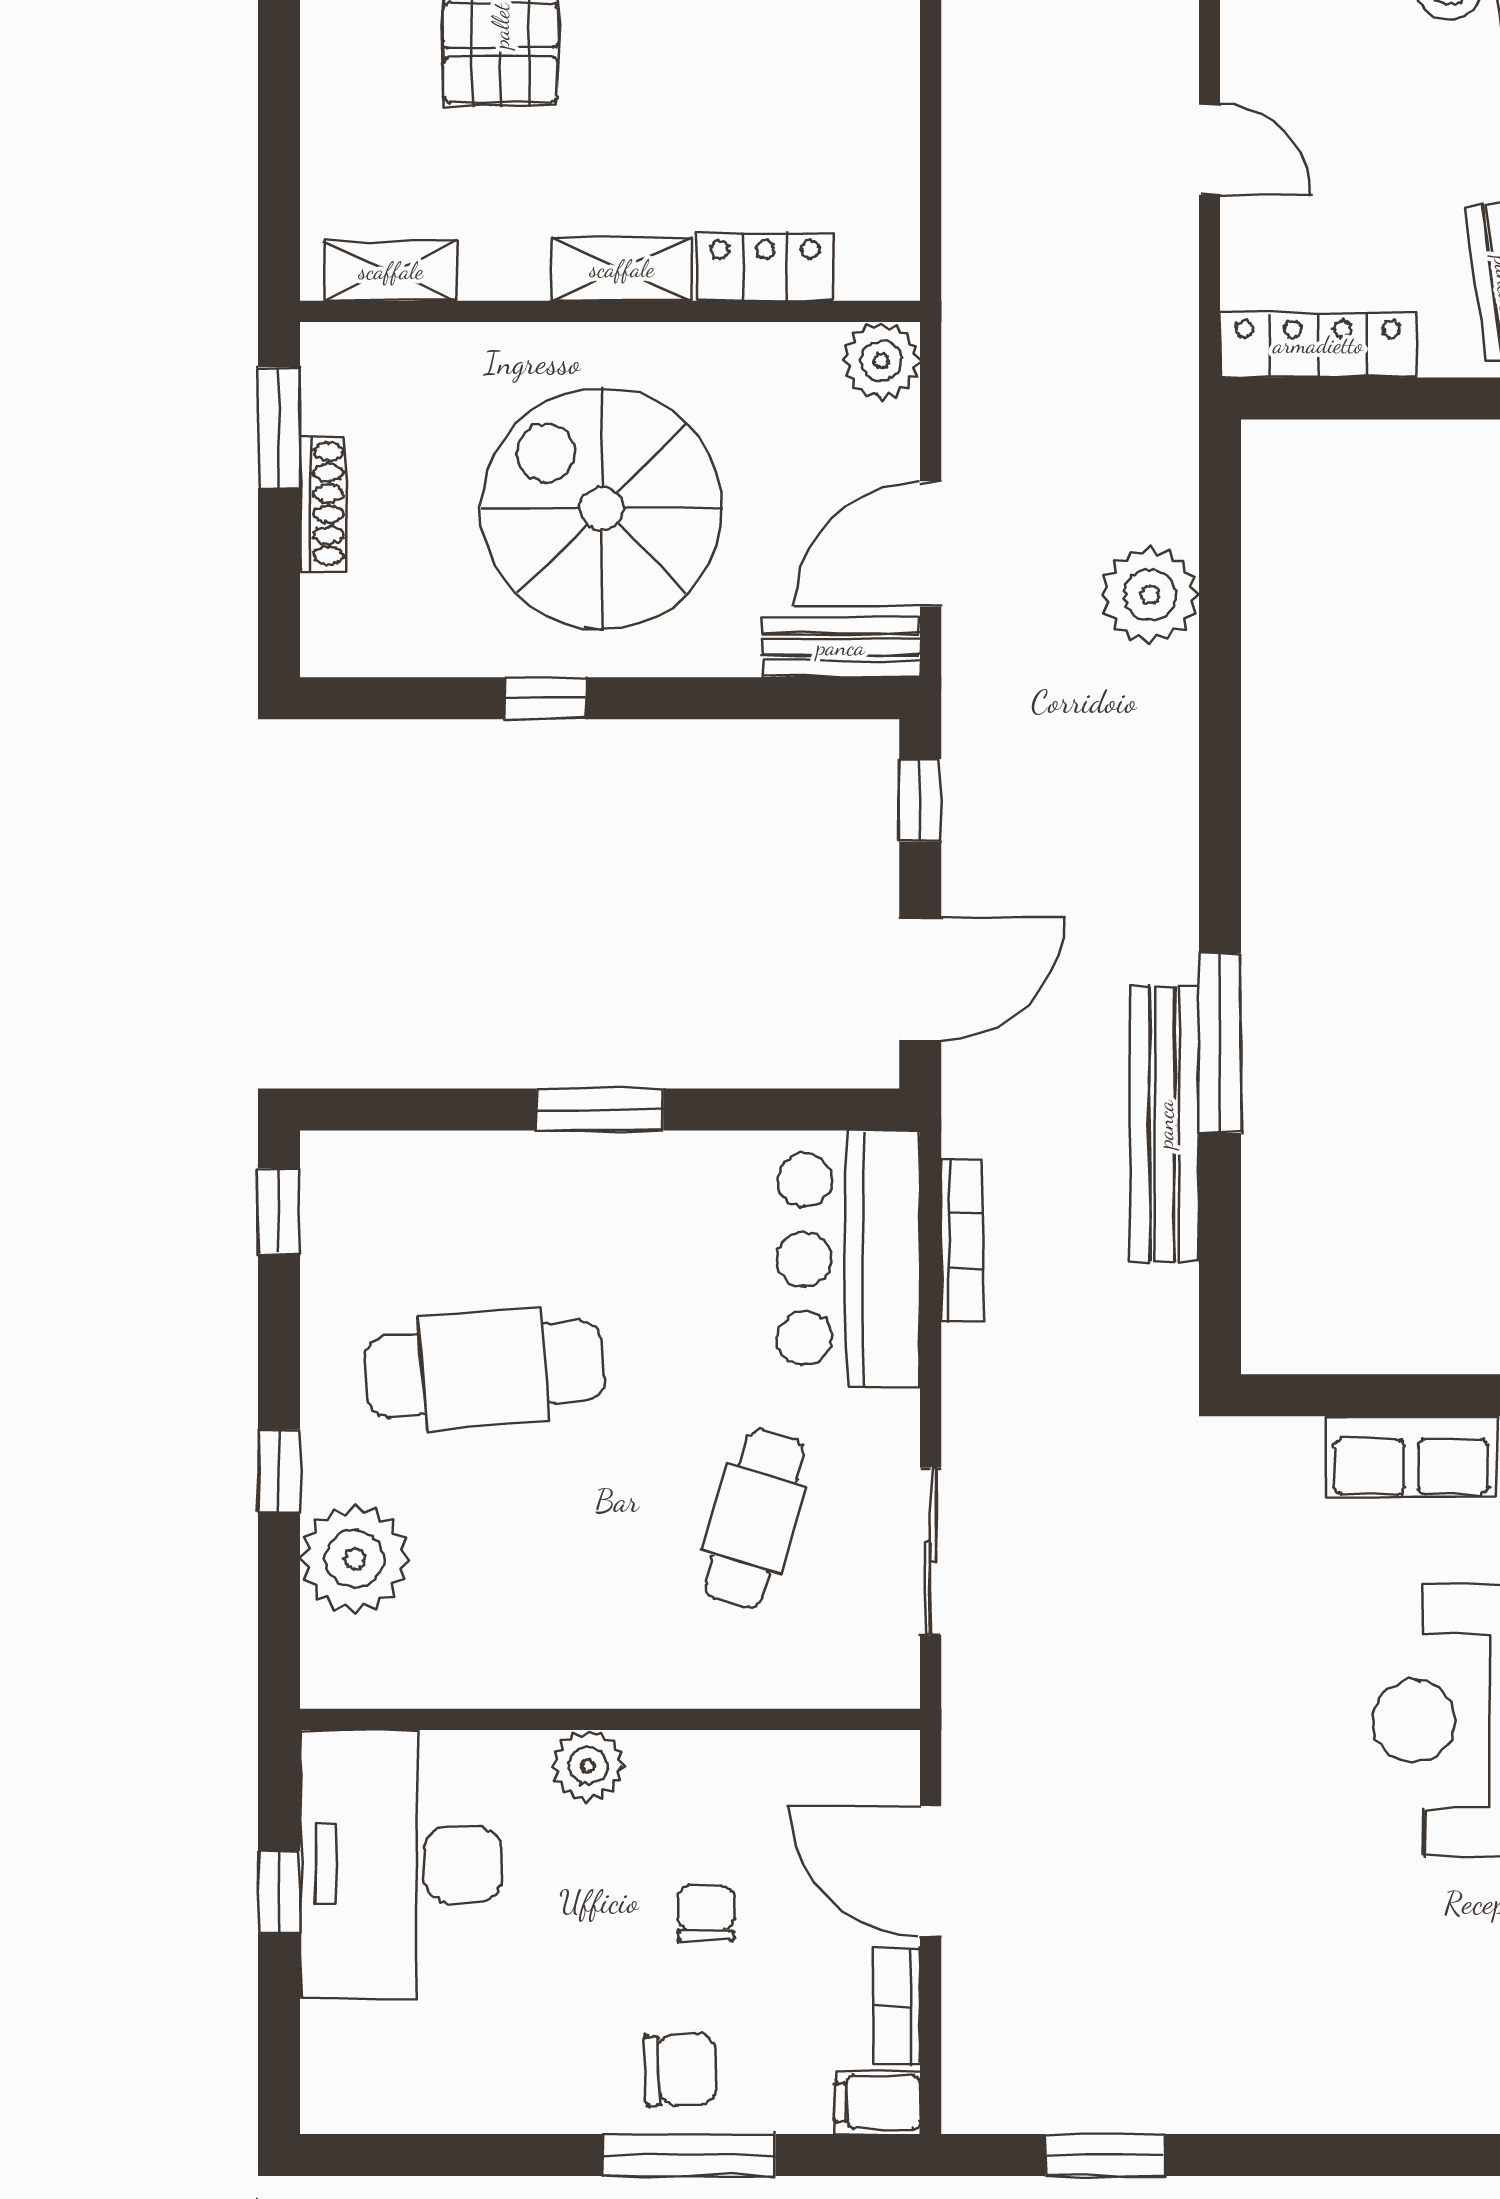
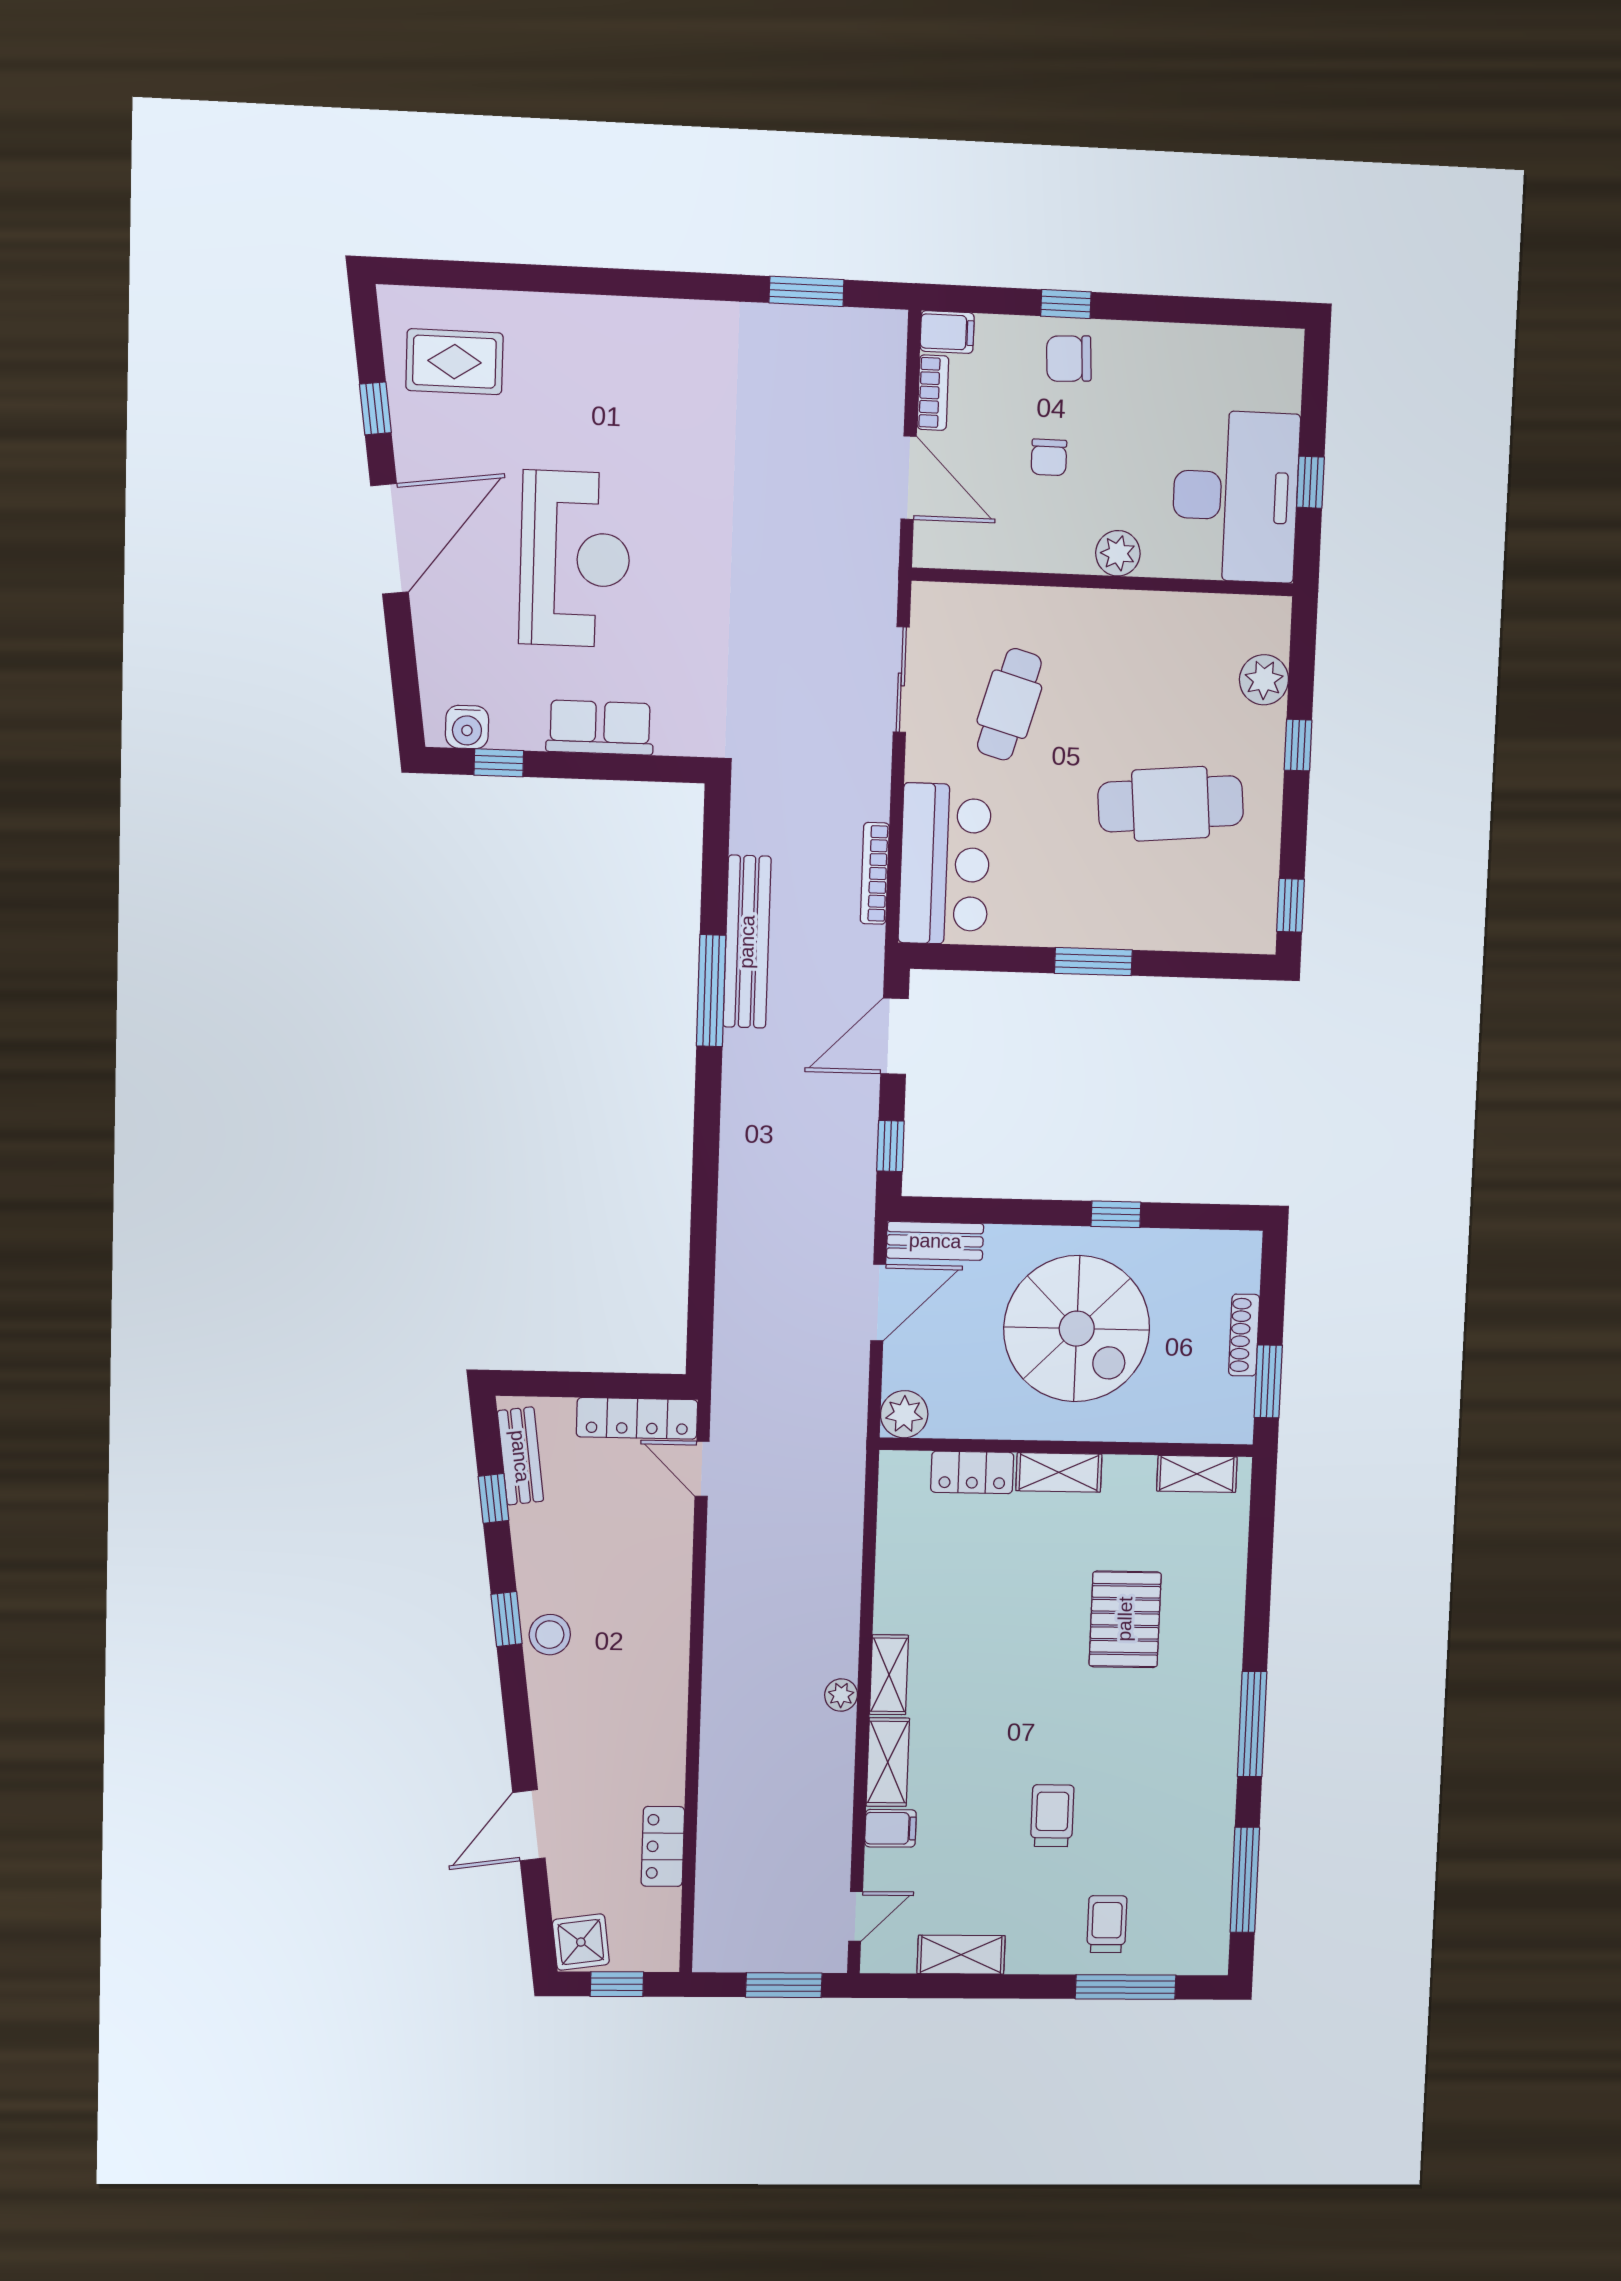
door: (1209, 149) -> (702, 1469), moved
plant: (1150, 595) -> (745, 1268), removed
plant: (355, 1559) -> (1264, 680), width x0.73, depth x0.73
window: (689, 2155) -> (1066, 304), width x0.46

